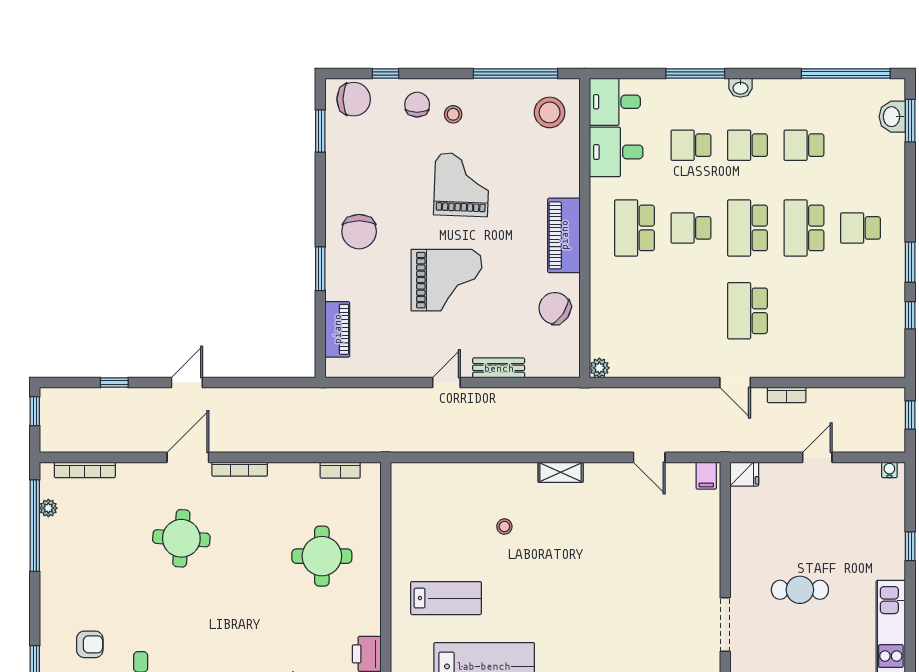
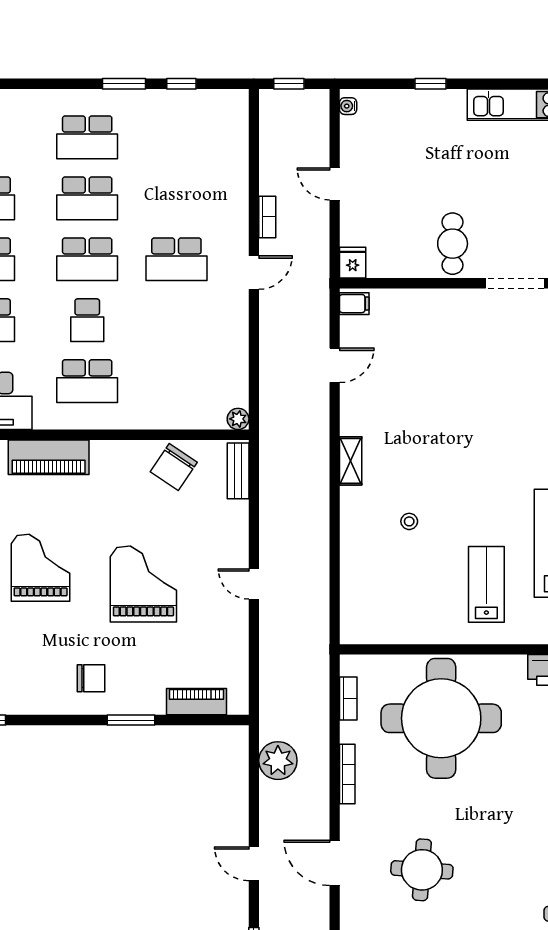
grand piano: (461, 185) -> (41, 568), turned 88
school desk: (860, 228) -> (87, 137), width x1.85
chair: (359, 232) -> (91, 678), width x0.73, depth x0.73
piano: (564, 235) -> (49, 457), moved
bench: (499, 368) -> (238, 471), moved
plant: (283, 405) -> (278, 761), added
bookcase: (240, 469) -> (347, 774), moved
round table: (322, 556) -> (441, 718), width x1.86, depth x1.86
cafe table: (800, 590) -> (453, 244), moved

